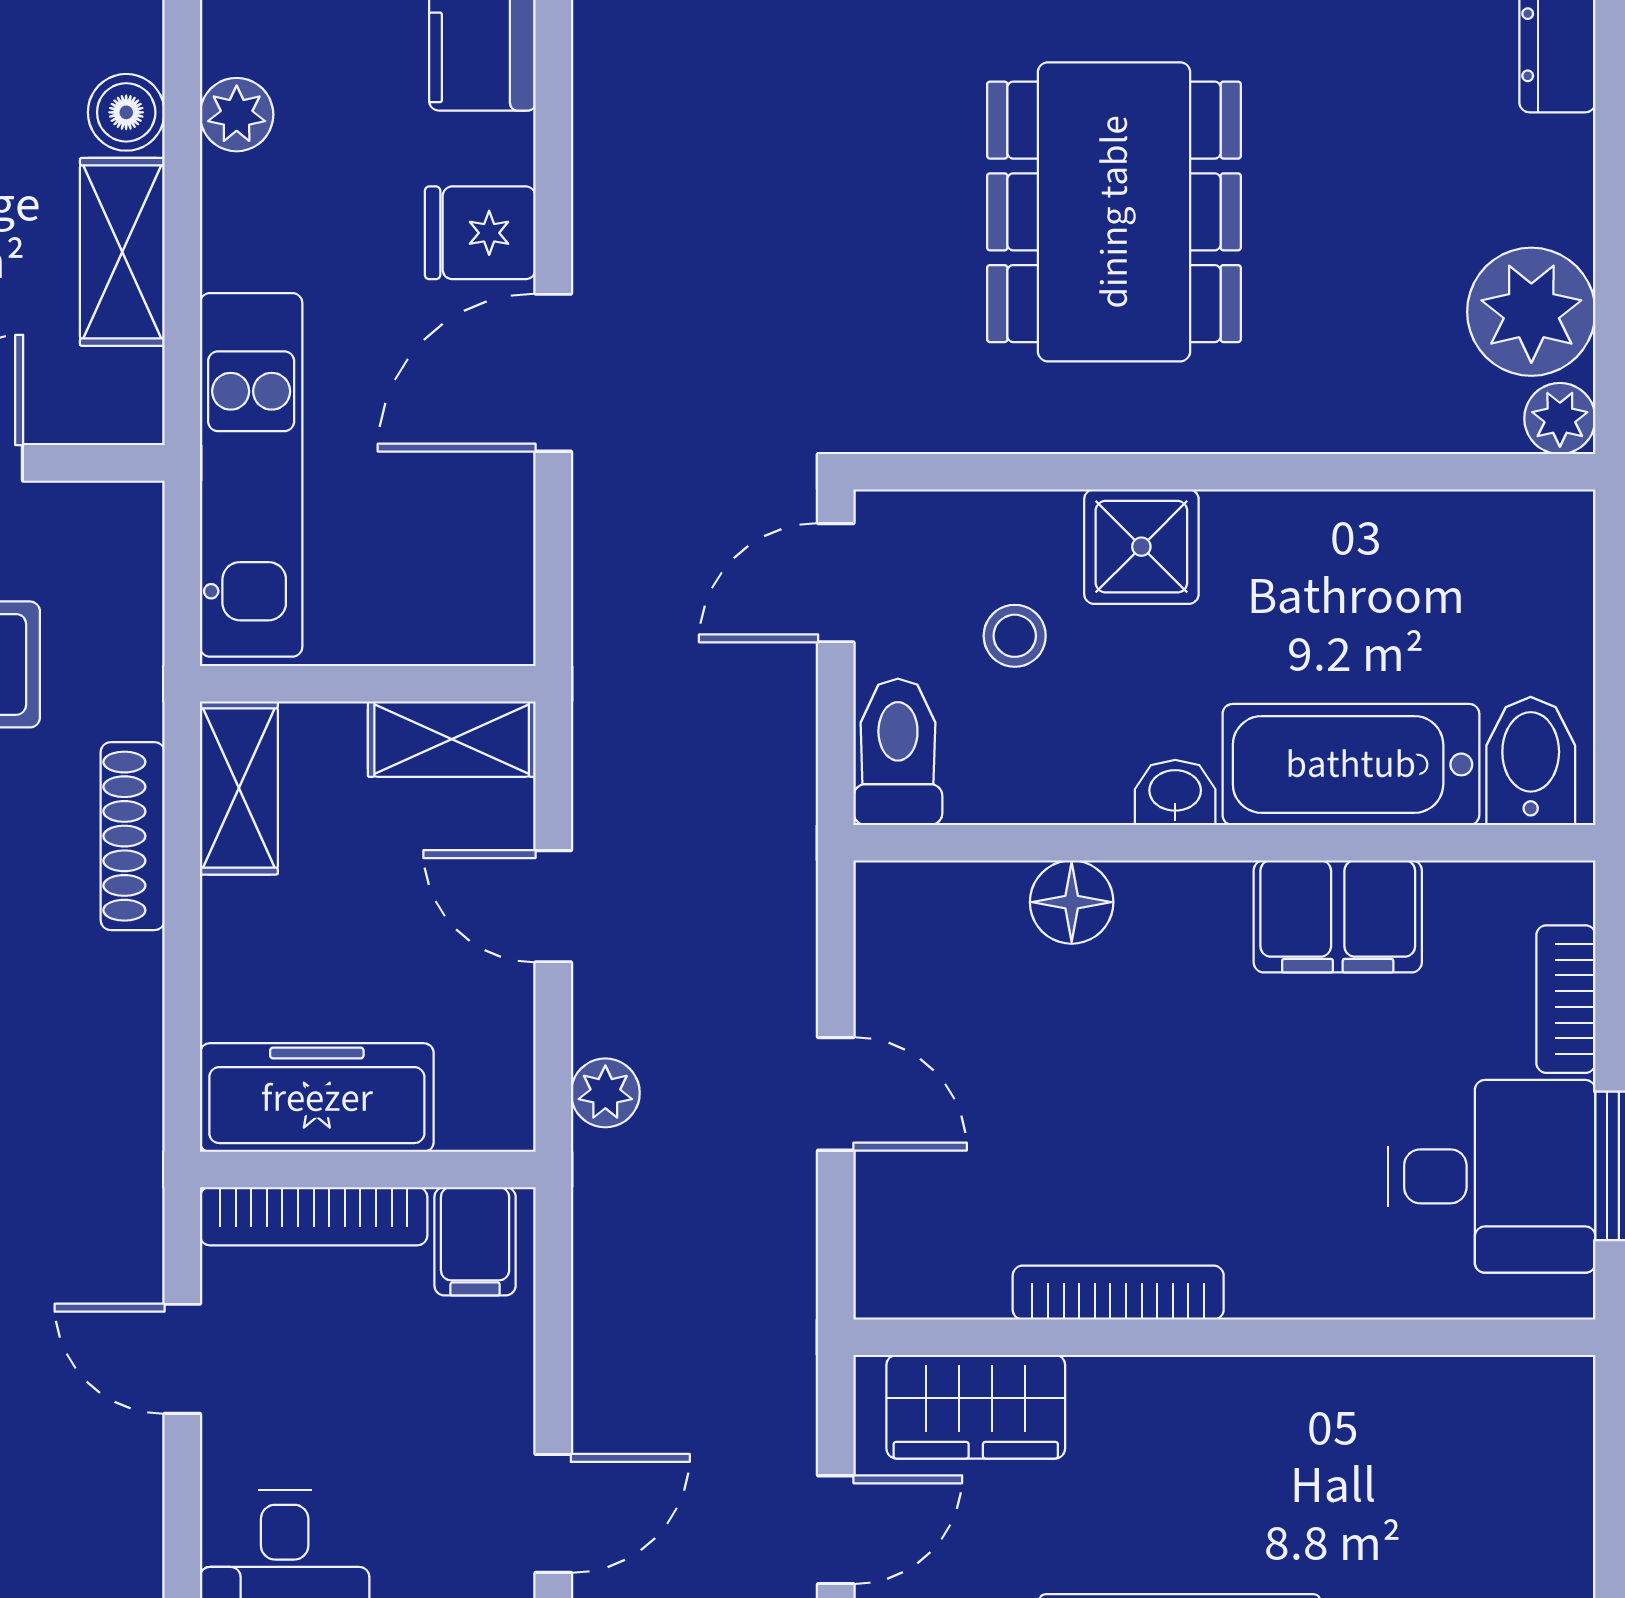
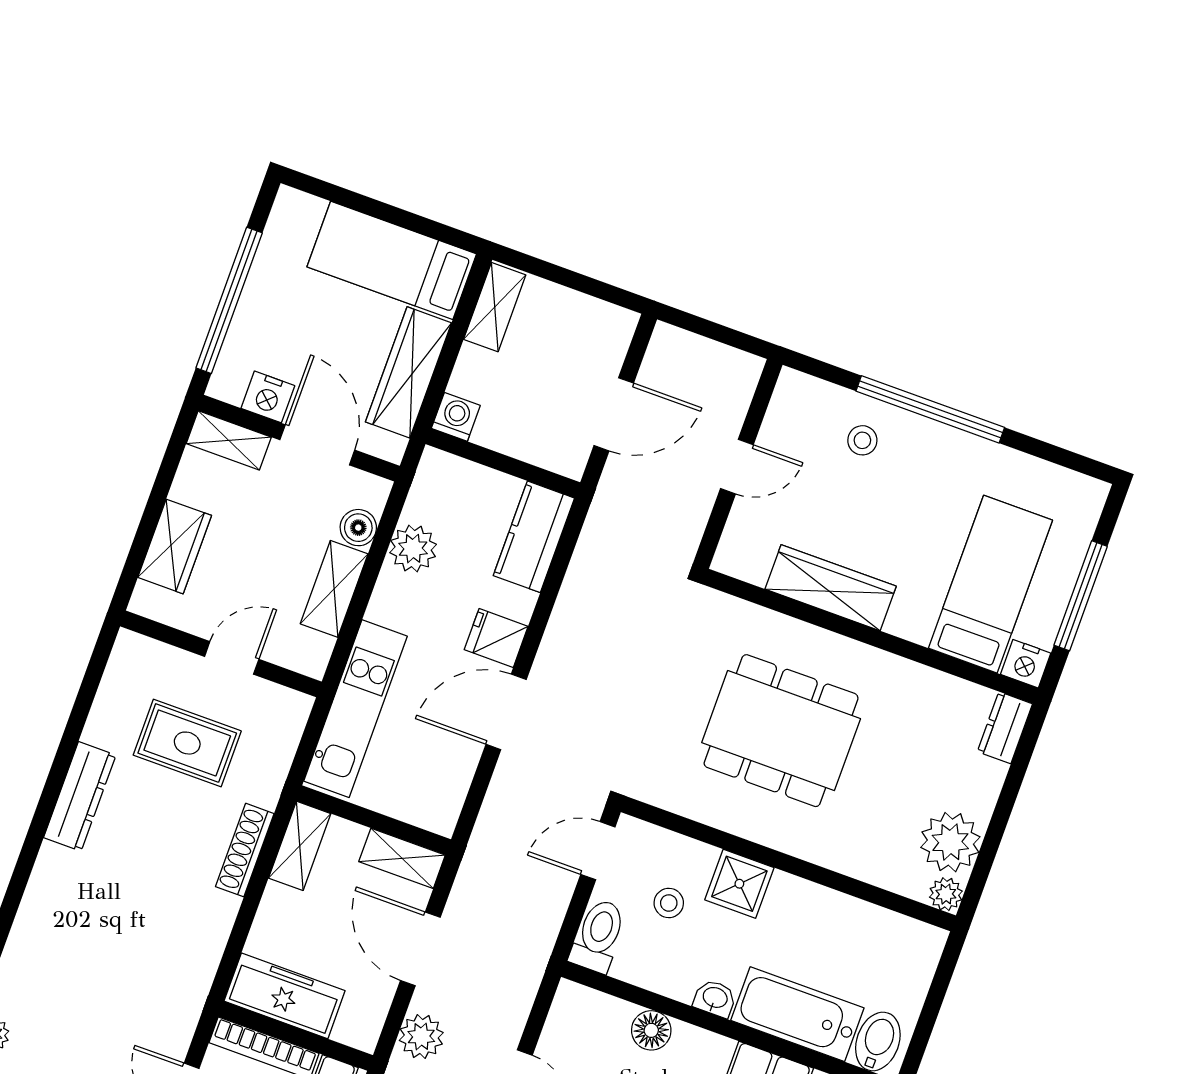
plant: (237, 115) -> (413, 549), width x1.38, depth x1.38
dining table: (1114, 212) -> (781, 731), turned 90
door: (553, 906) -> (420, 949), width x1.38
plant: (605, 1093) -> (421, 1037), width x1.38, depth x1.38

